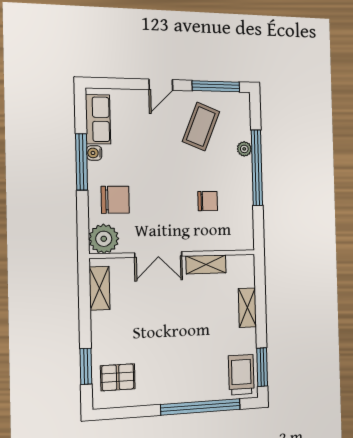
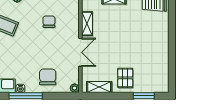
plant: (104, 239) -> (75, 88), width x0.53, depth x0.53
pallet: (118, 377) -> (125, 78), moved
window: (201, 407) -> (172, 29), removed

